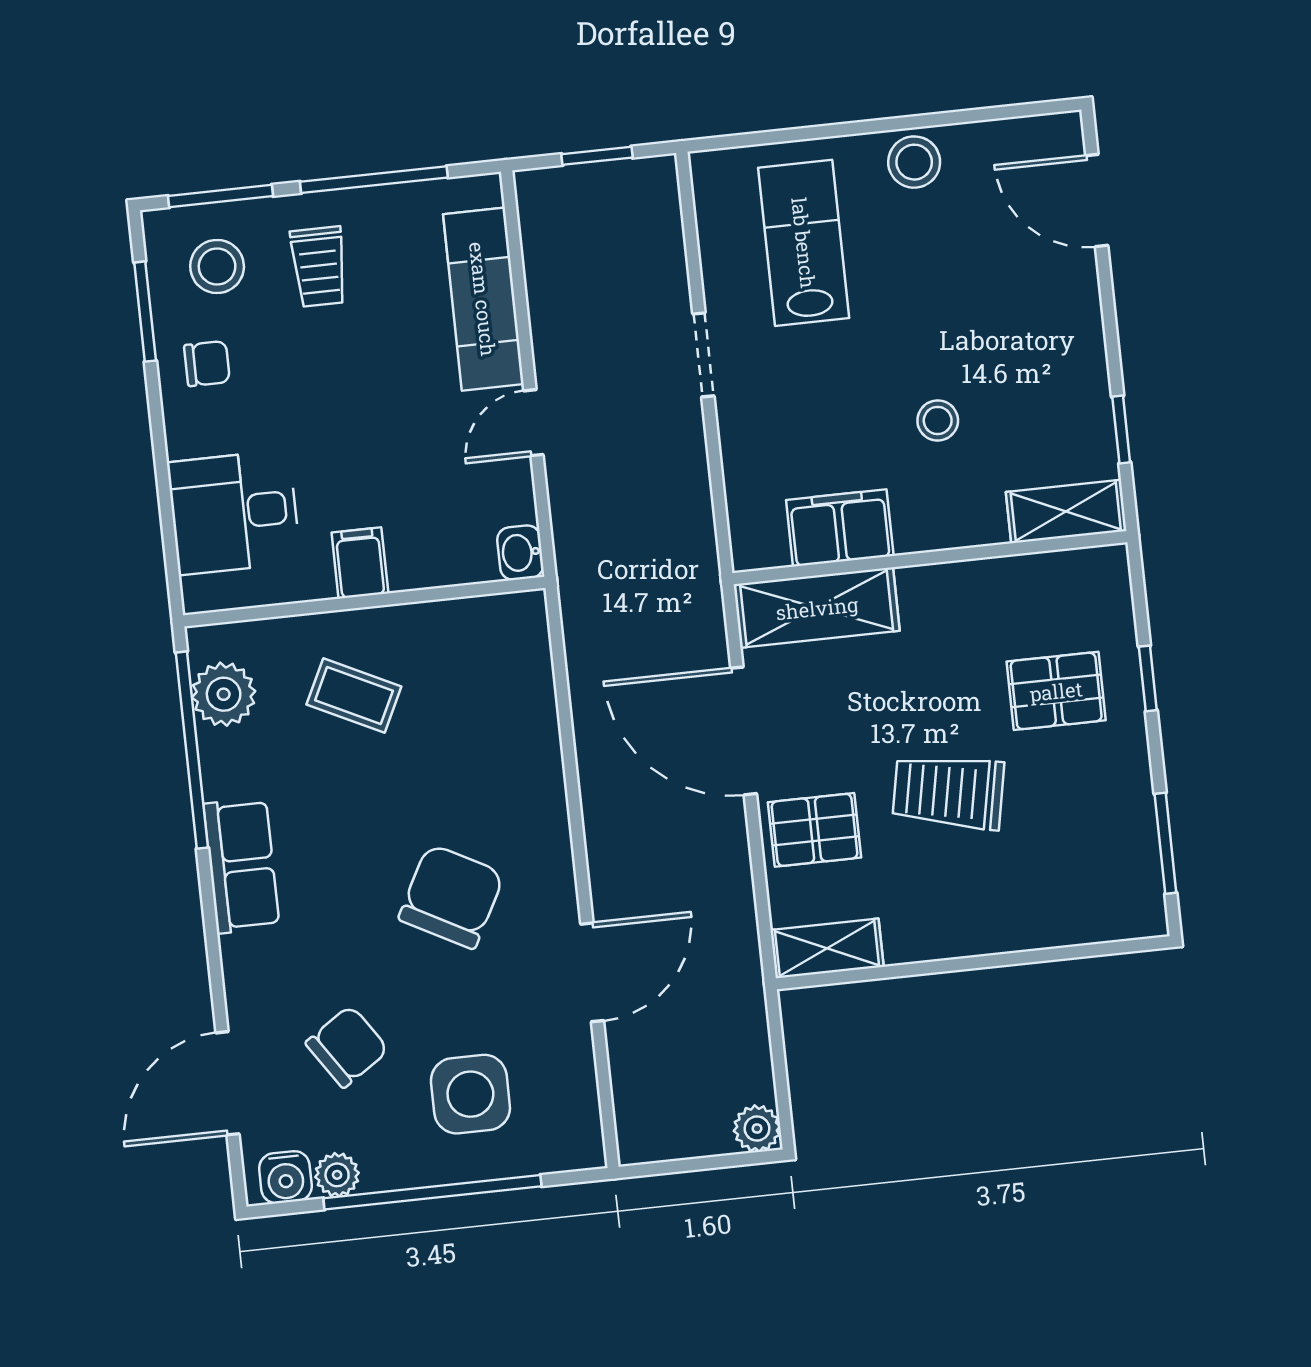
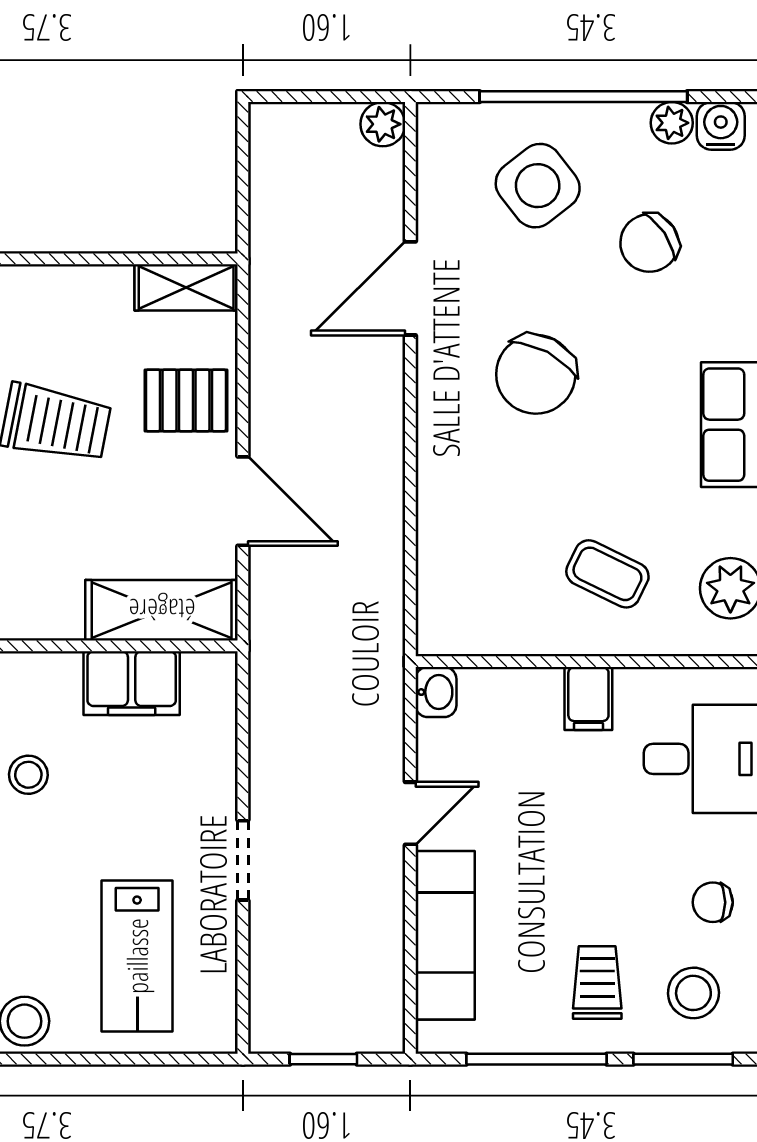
door: (744, 731) -> (243, 501), width x0.73
side table: (470, 1094) -> (538, 186), turned -38
plant: (757, 1129) -> (383, 124), moved

